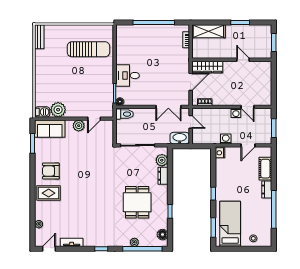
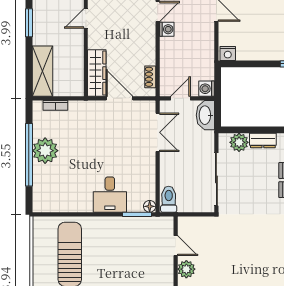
plant: (156, 33) -> (45, 151), added
washing machine: (226, 139) -> (207, 89), moved

